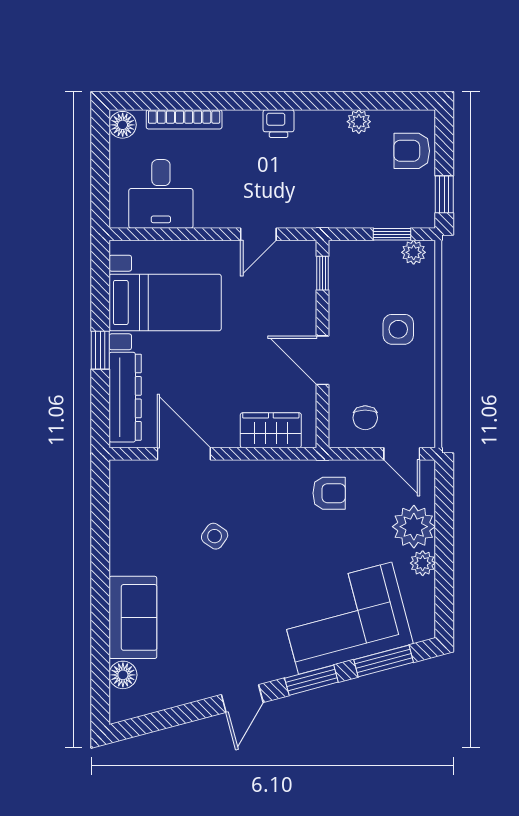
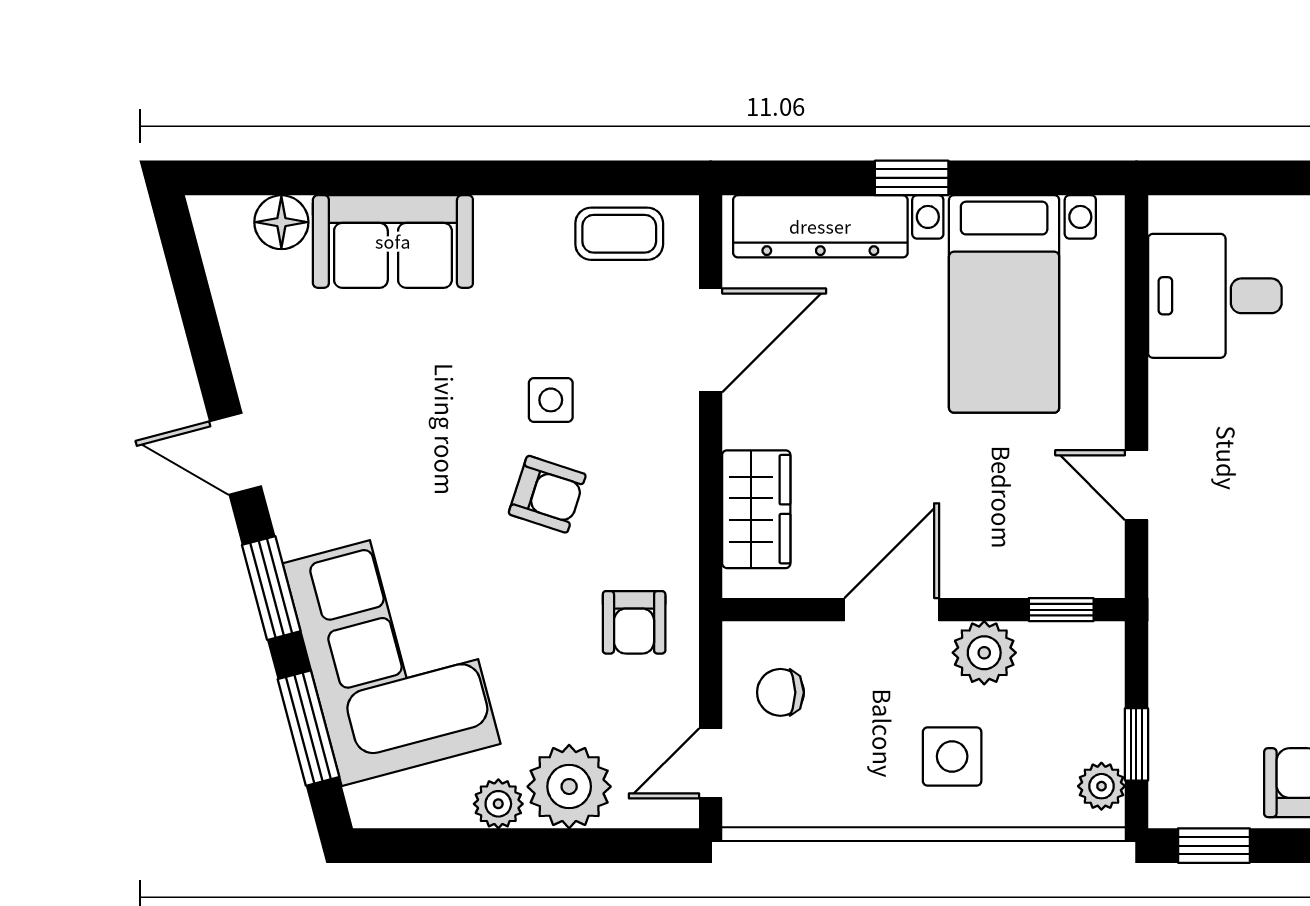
plant: (345, 313) -> (984, 653), added
coffee table: (129, 501) -> (619, 234), added
side table: (215, 536) -> (551, 400), turned -35
armchair: (263, 538) -> (547, 494), added

